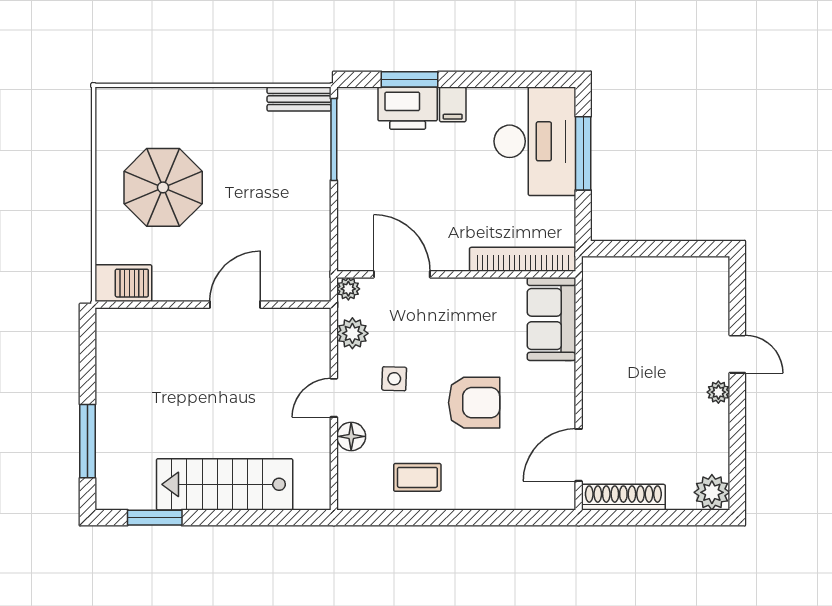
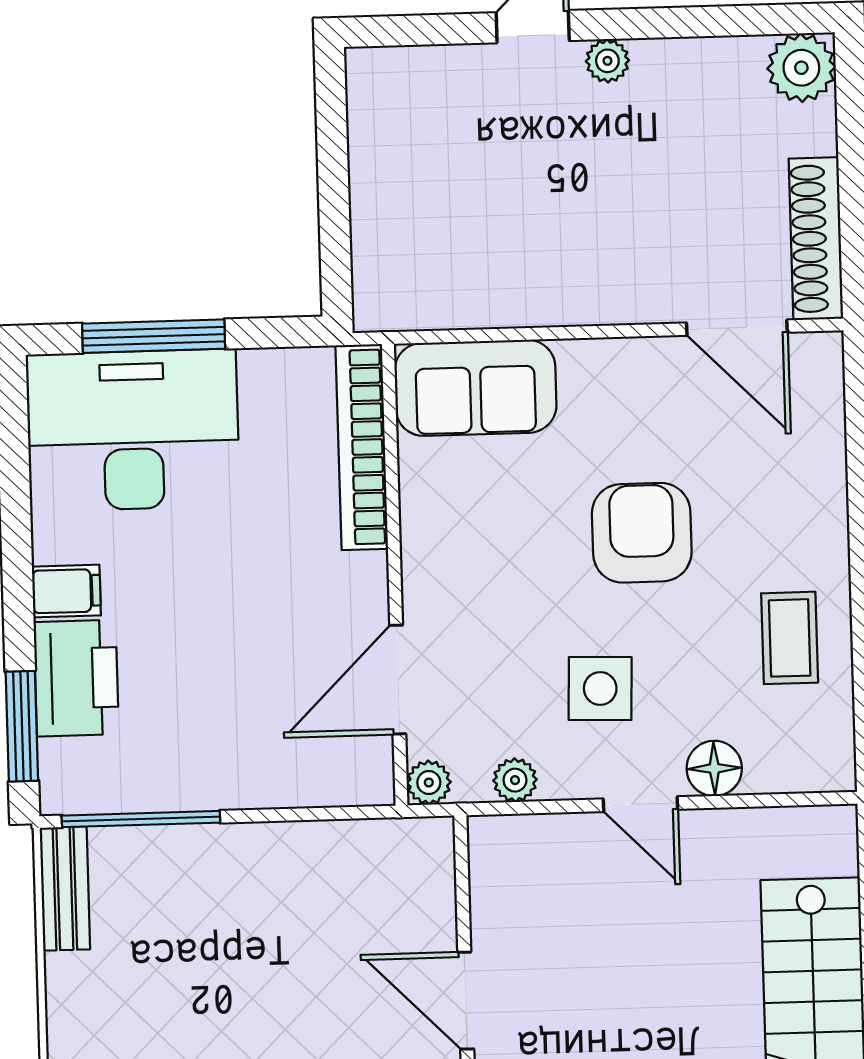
window: (410, 79) -> (22, 726), moved
plant: (352, 333) -> (515, 780), width x0.73, depth x0.73
side table: (394, 379) -> (600, 689), width x1.37, depth x1.37

